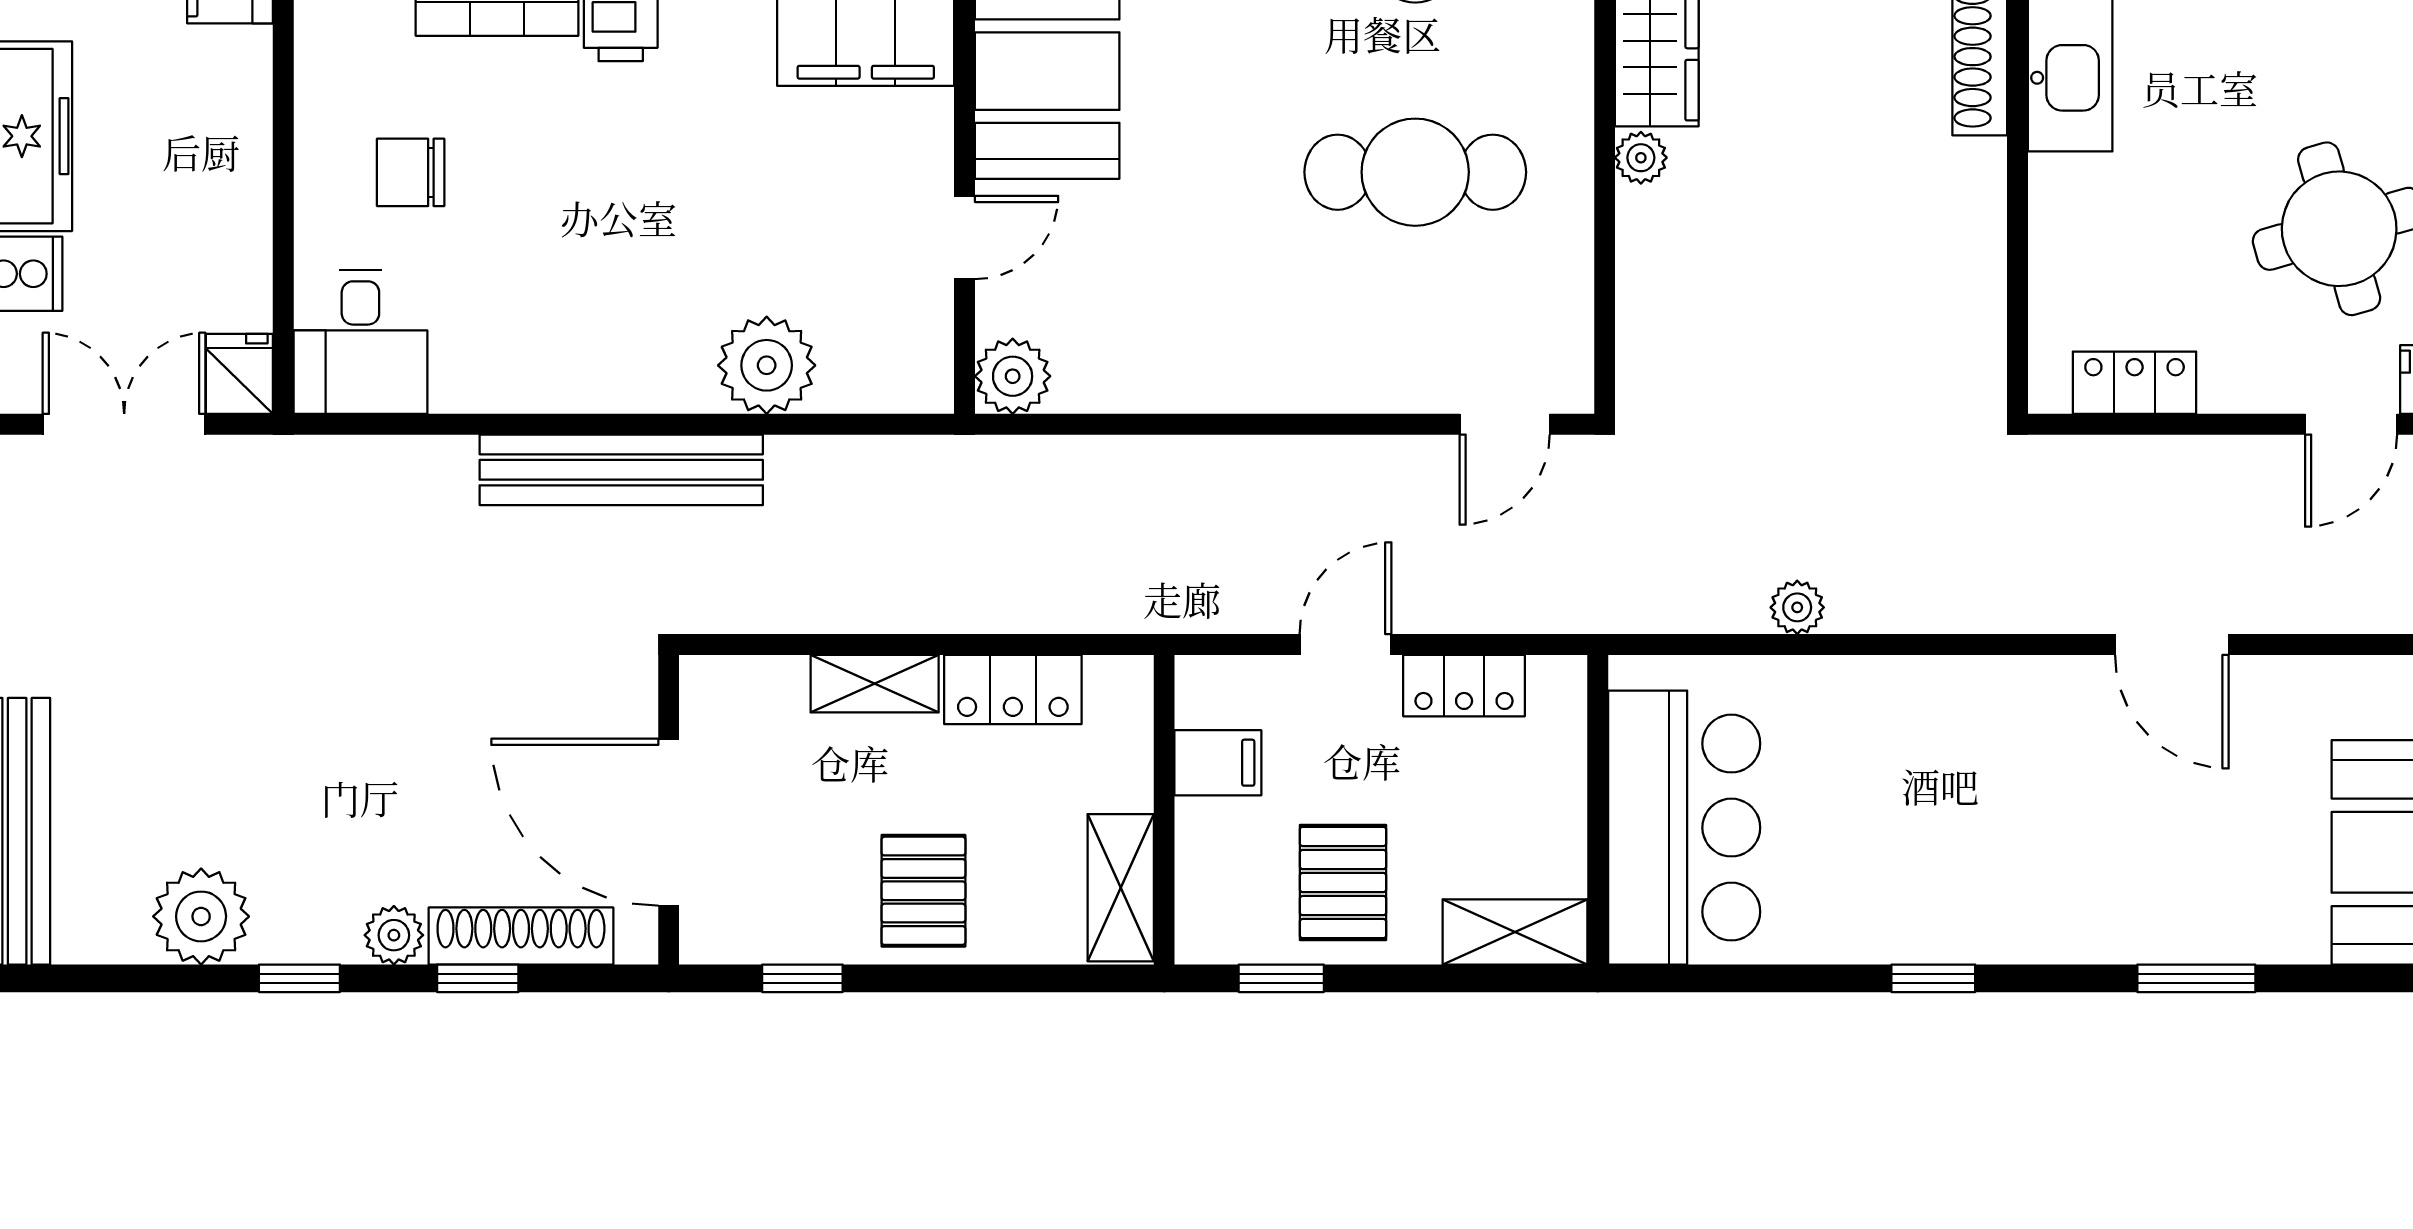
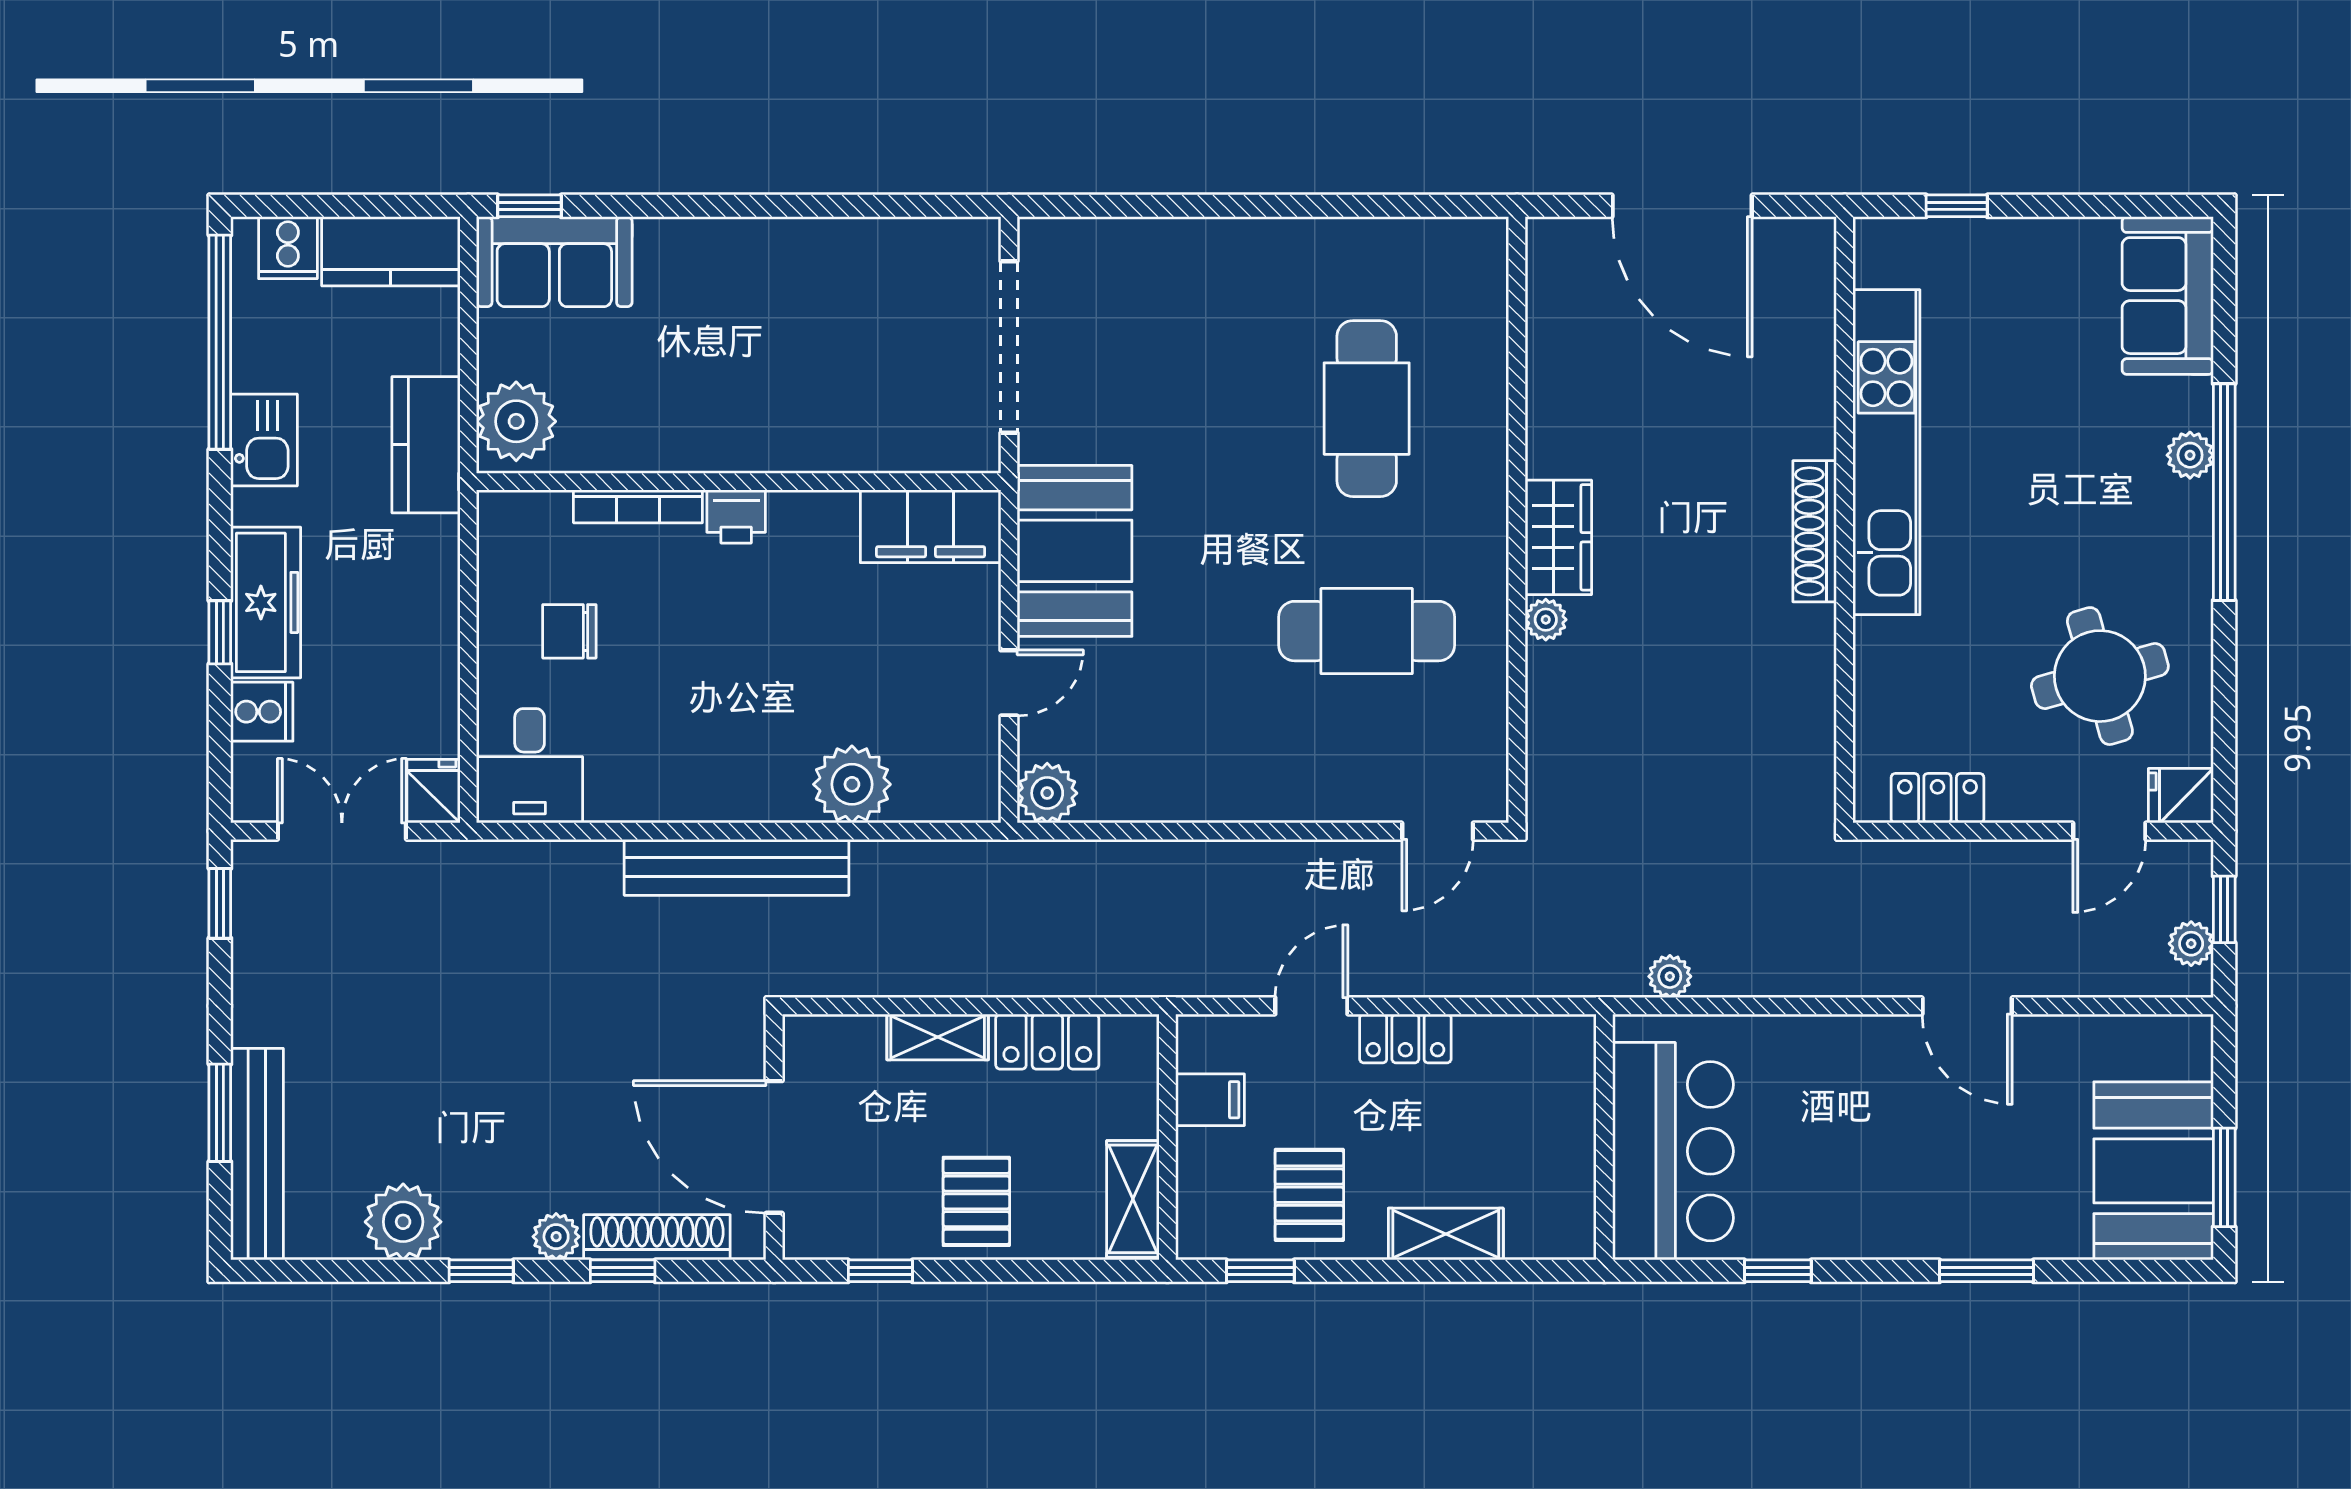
wall: (1598, 810) -> (1604, 1137), moved
bar counter: (1684, 828) -> (1673, 1151), moved

